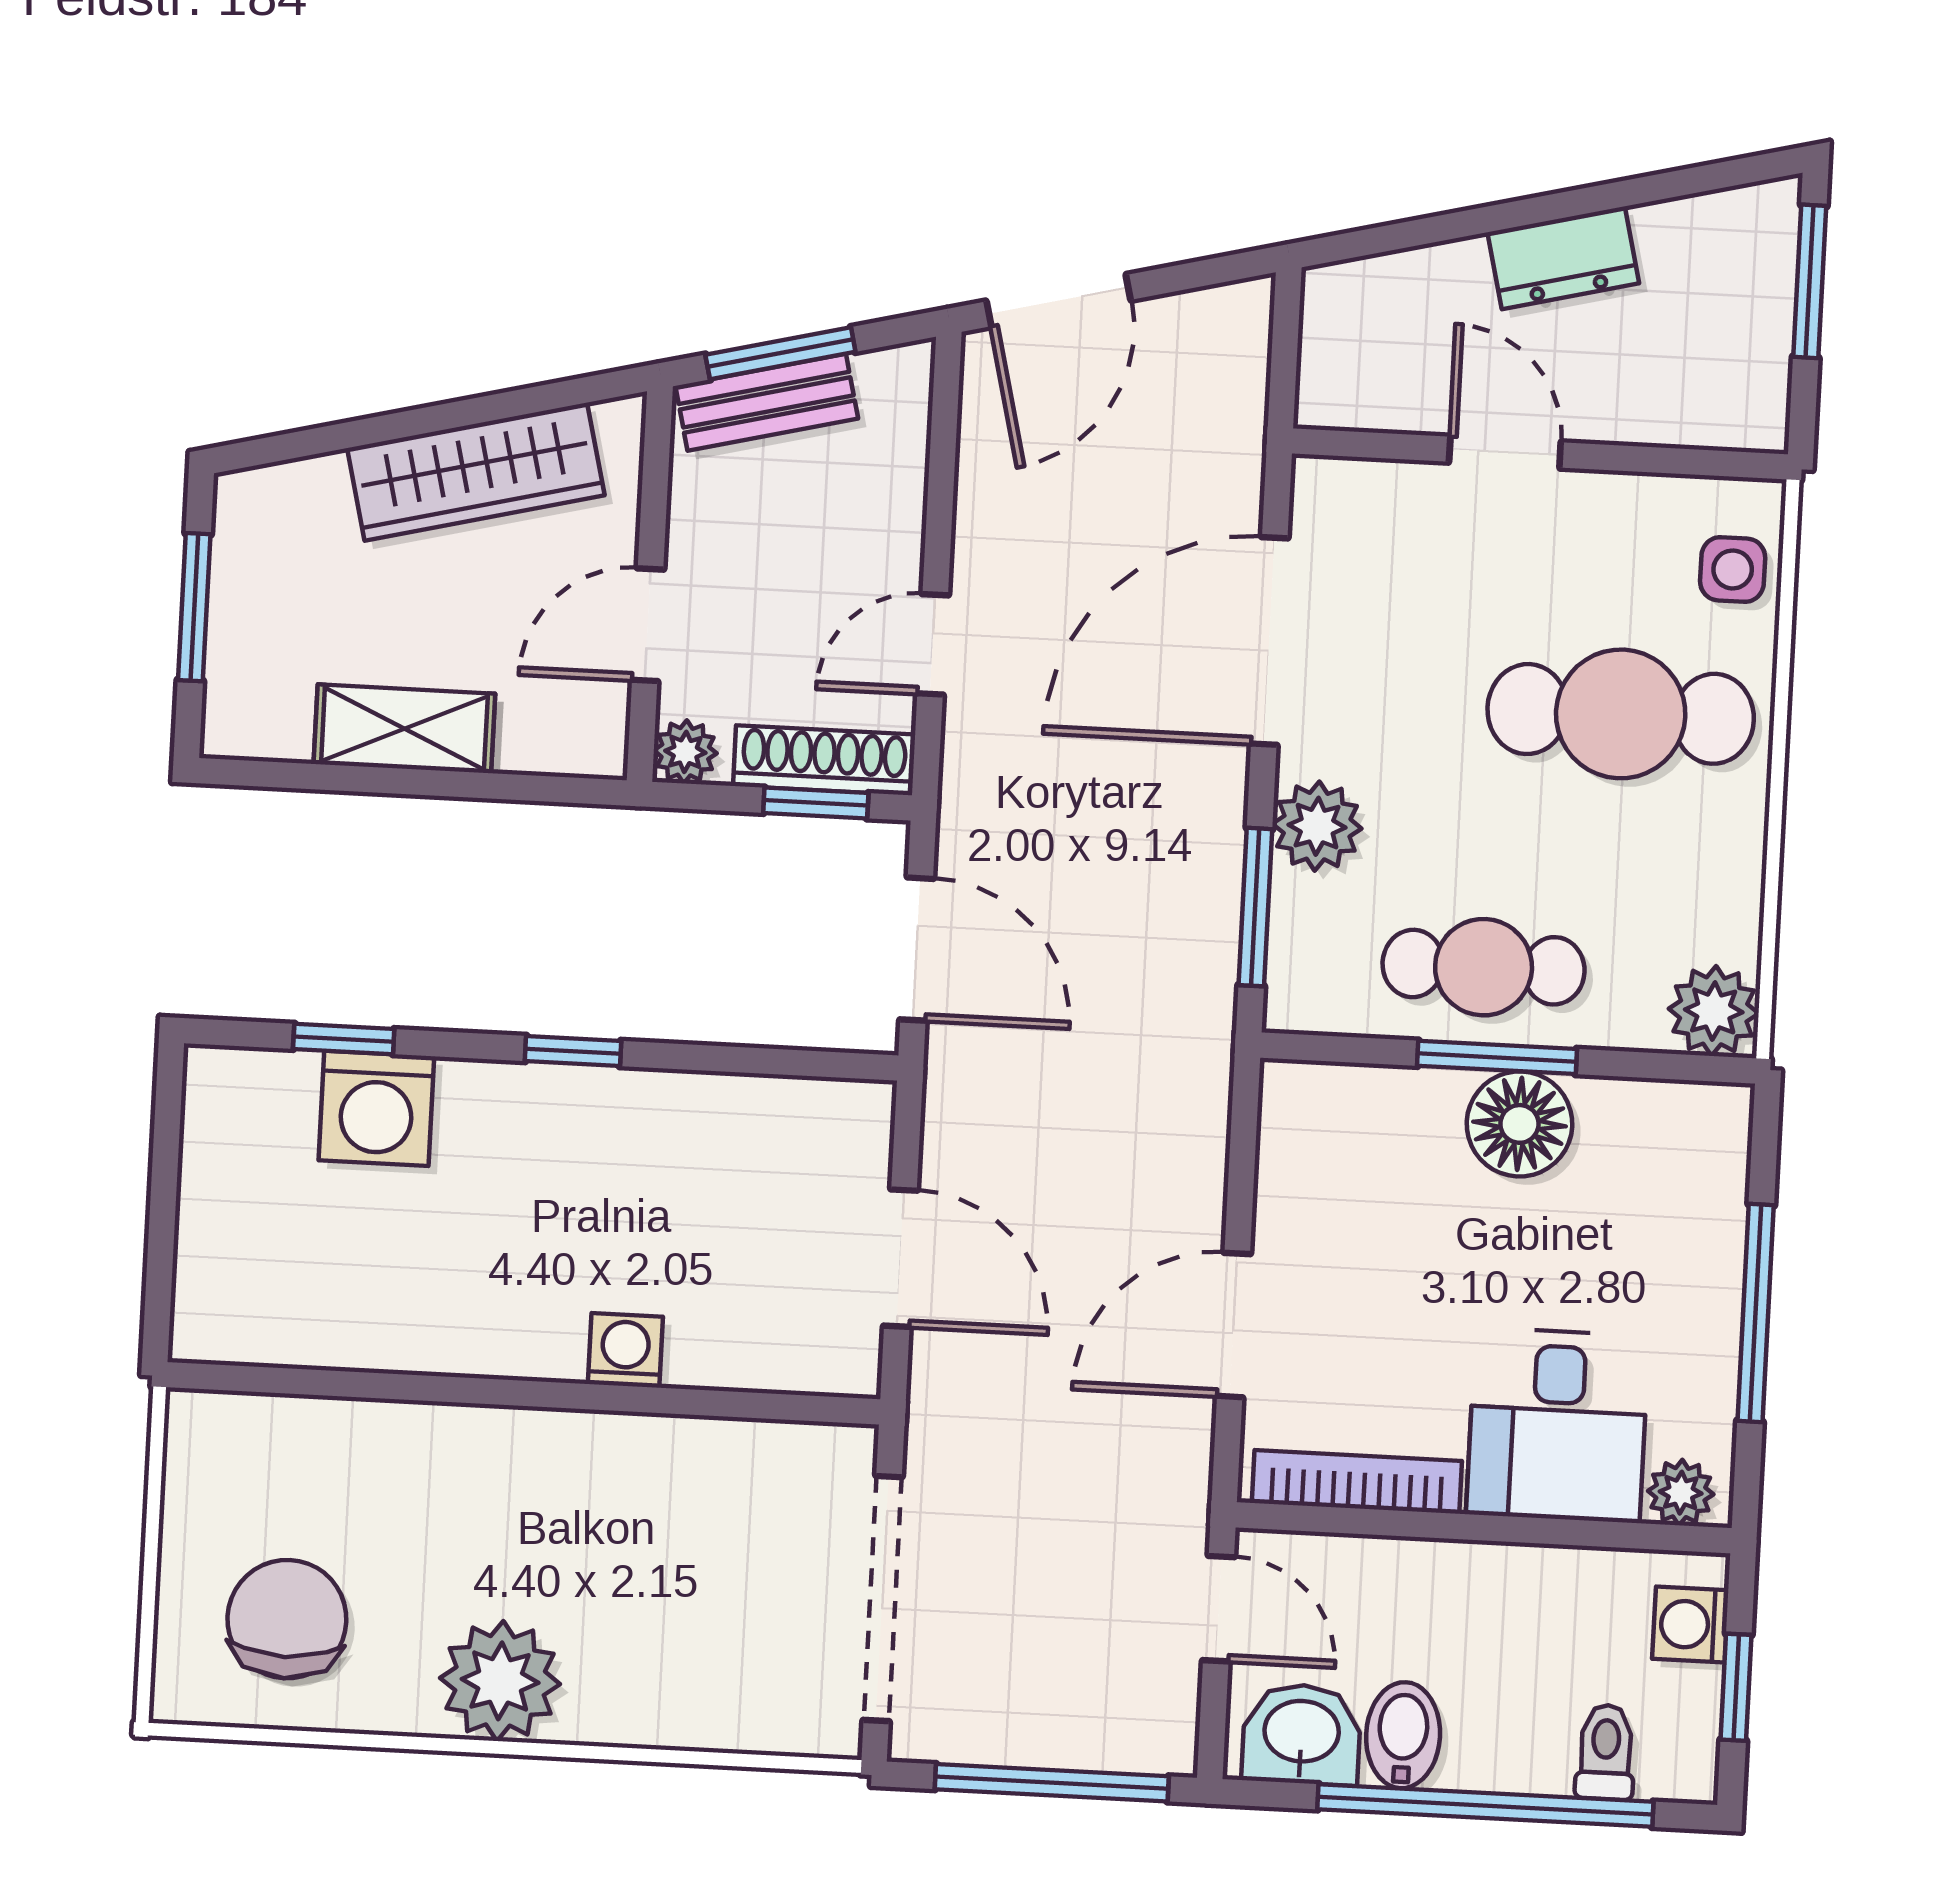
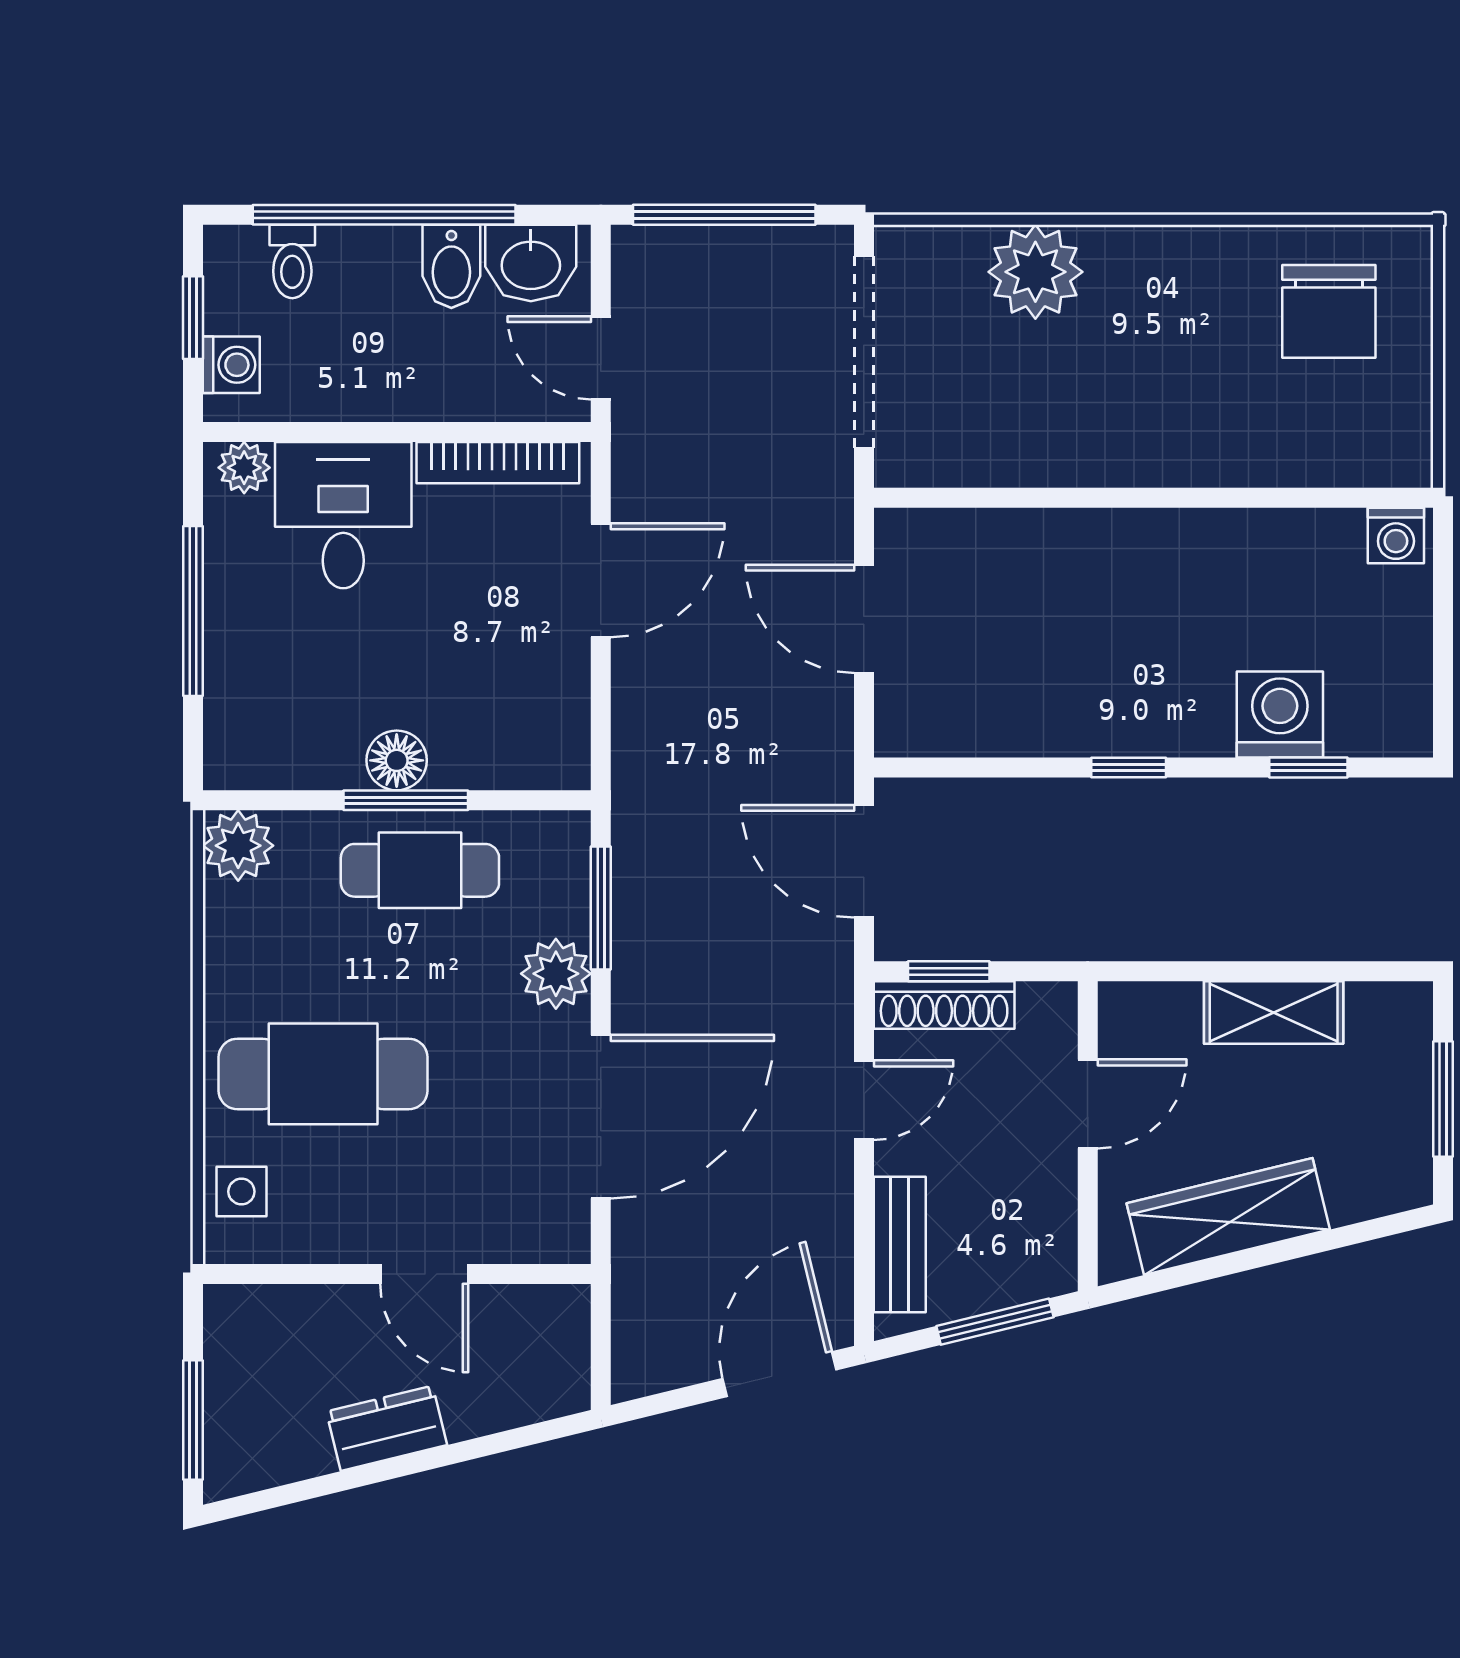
bench: (767, 402) -> (900, 1245), moved, turned -76
plant: (685, 752) -> (1053, 1006), removed
floor lamp: (1519, 1124) -> (397, 760), width x0.73, depth x0.73
washing machine: (625, 1350) -> (1396, 536), moved
plant: (500, 1681) -> (1035, 272), moved

